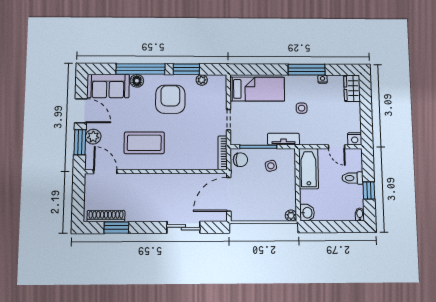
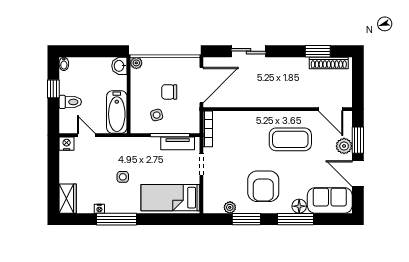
window: (141, 69) -> (295, 219), width x0.68
tv unit: (283, 139) -> (178, 143), moved
chair: (240, 160) -> (169, 92), moved

